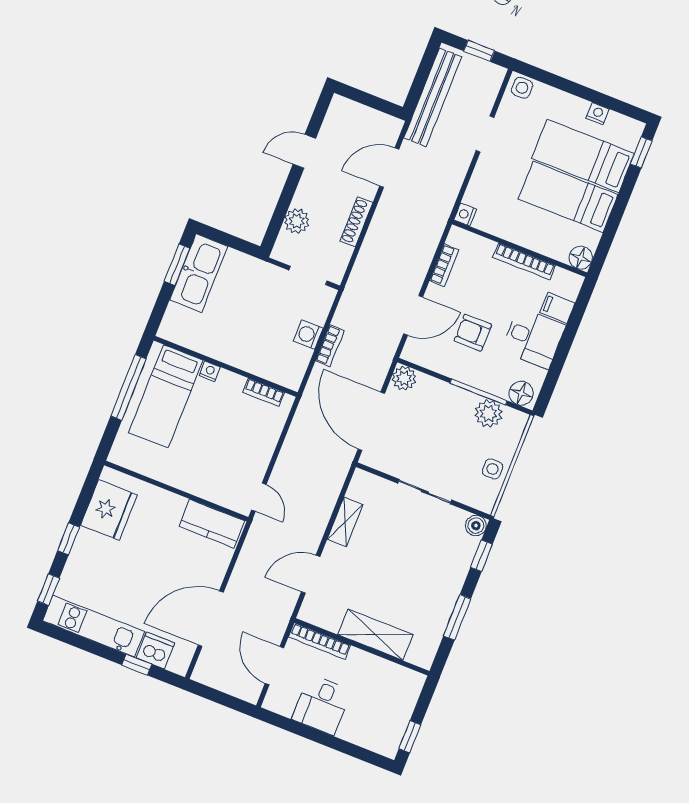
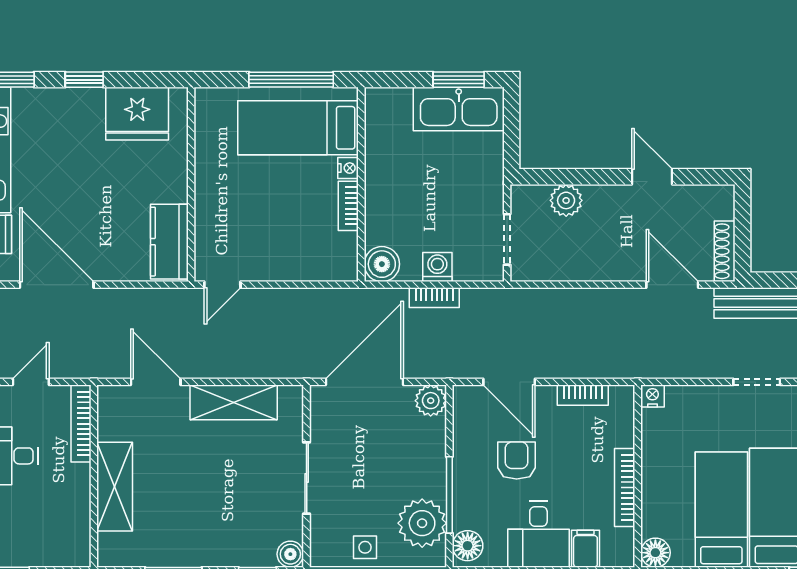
shoe rack: (356, 222) -> (725, 251), moved, turned -90
boiler: (290, 374) -> (382, 264), added
bookcase: (264, 392) -> (348, 206), moved
plant: (489, 413) -> (422, 523), width x1.36, depth x1.36
shelving: (345, 522) -> (234, 402), width x1.50, depth x1.33
door: (274, 666) -> (31, 382), width x0.73

